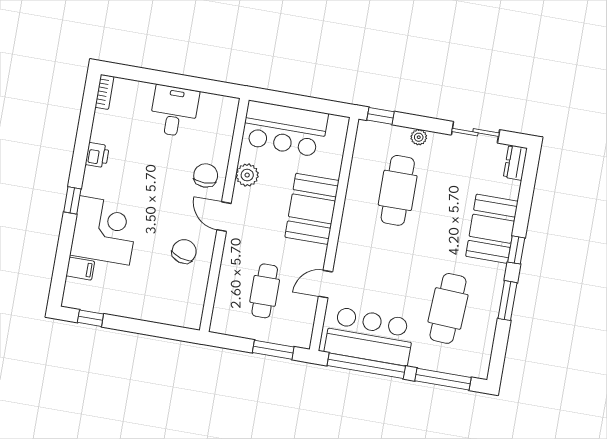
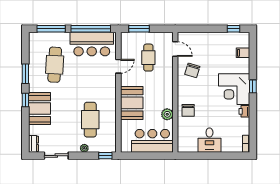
door: (224, 217) -> (175, 49), moved
corner desk: (104, 230) -> (234, 89), moved

